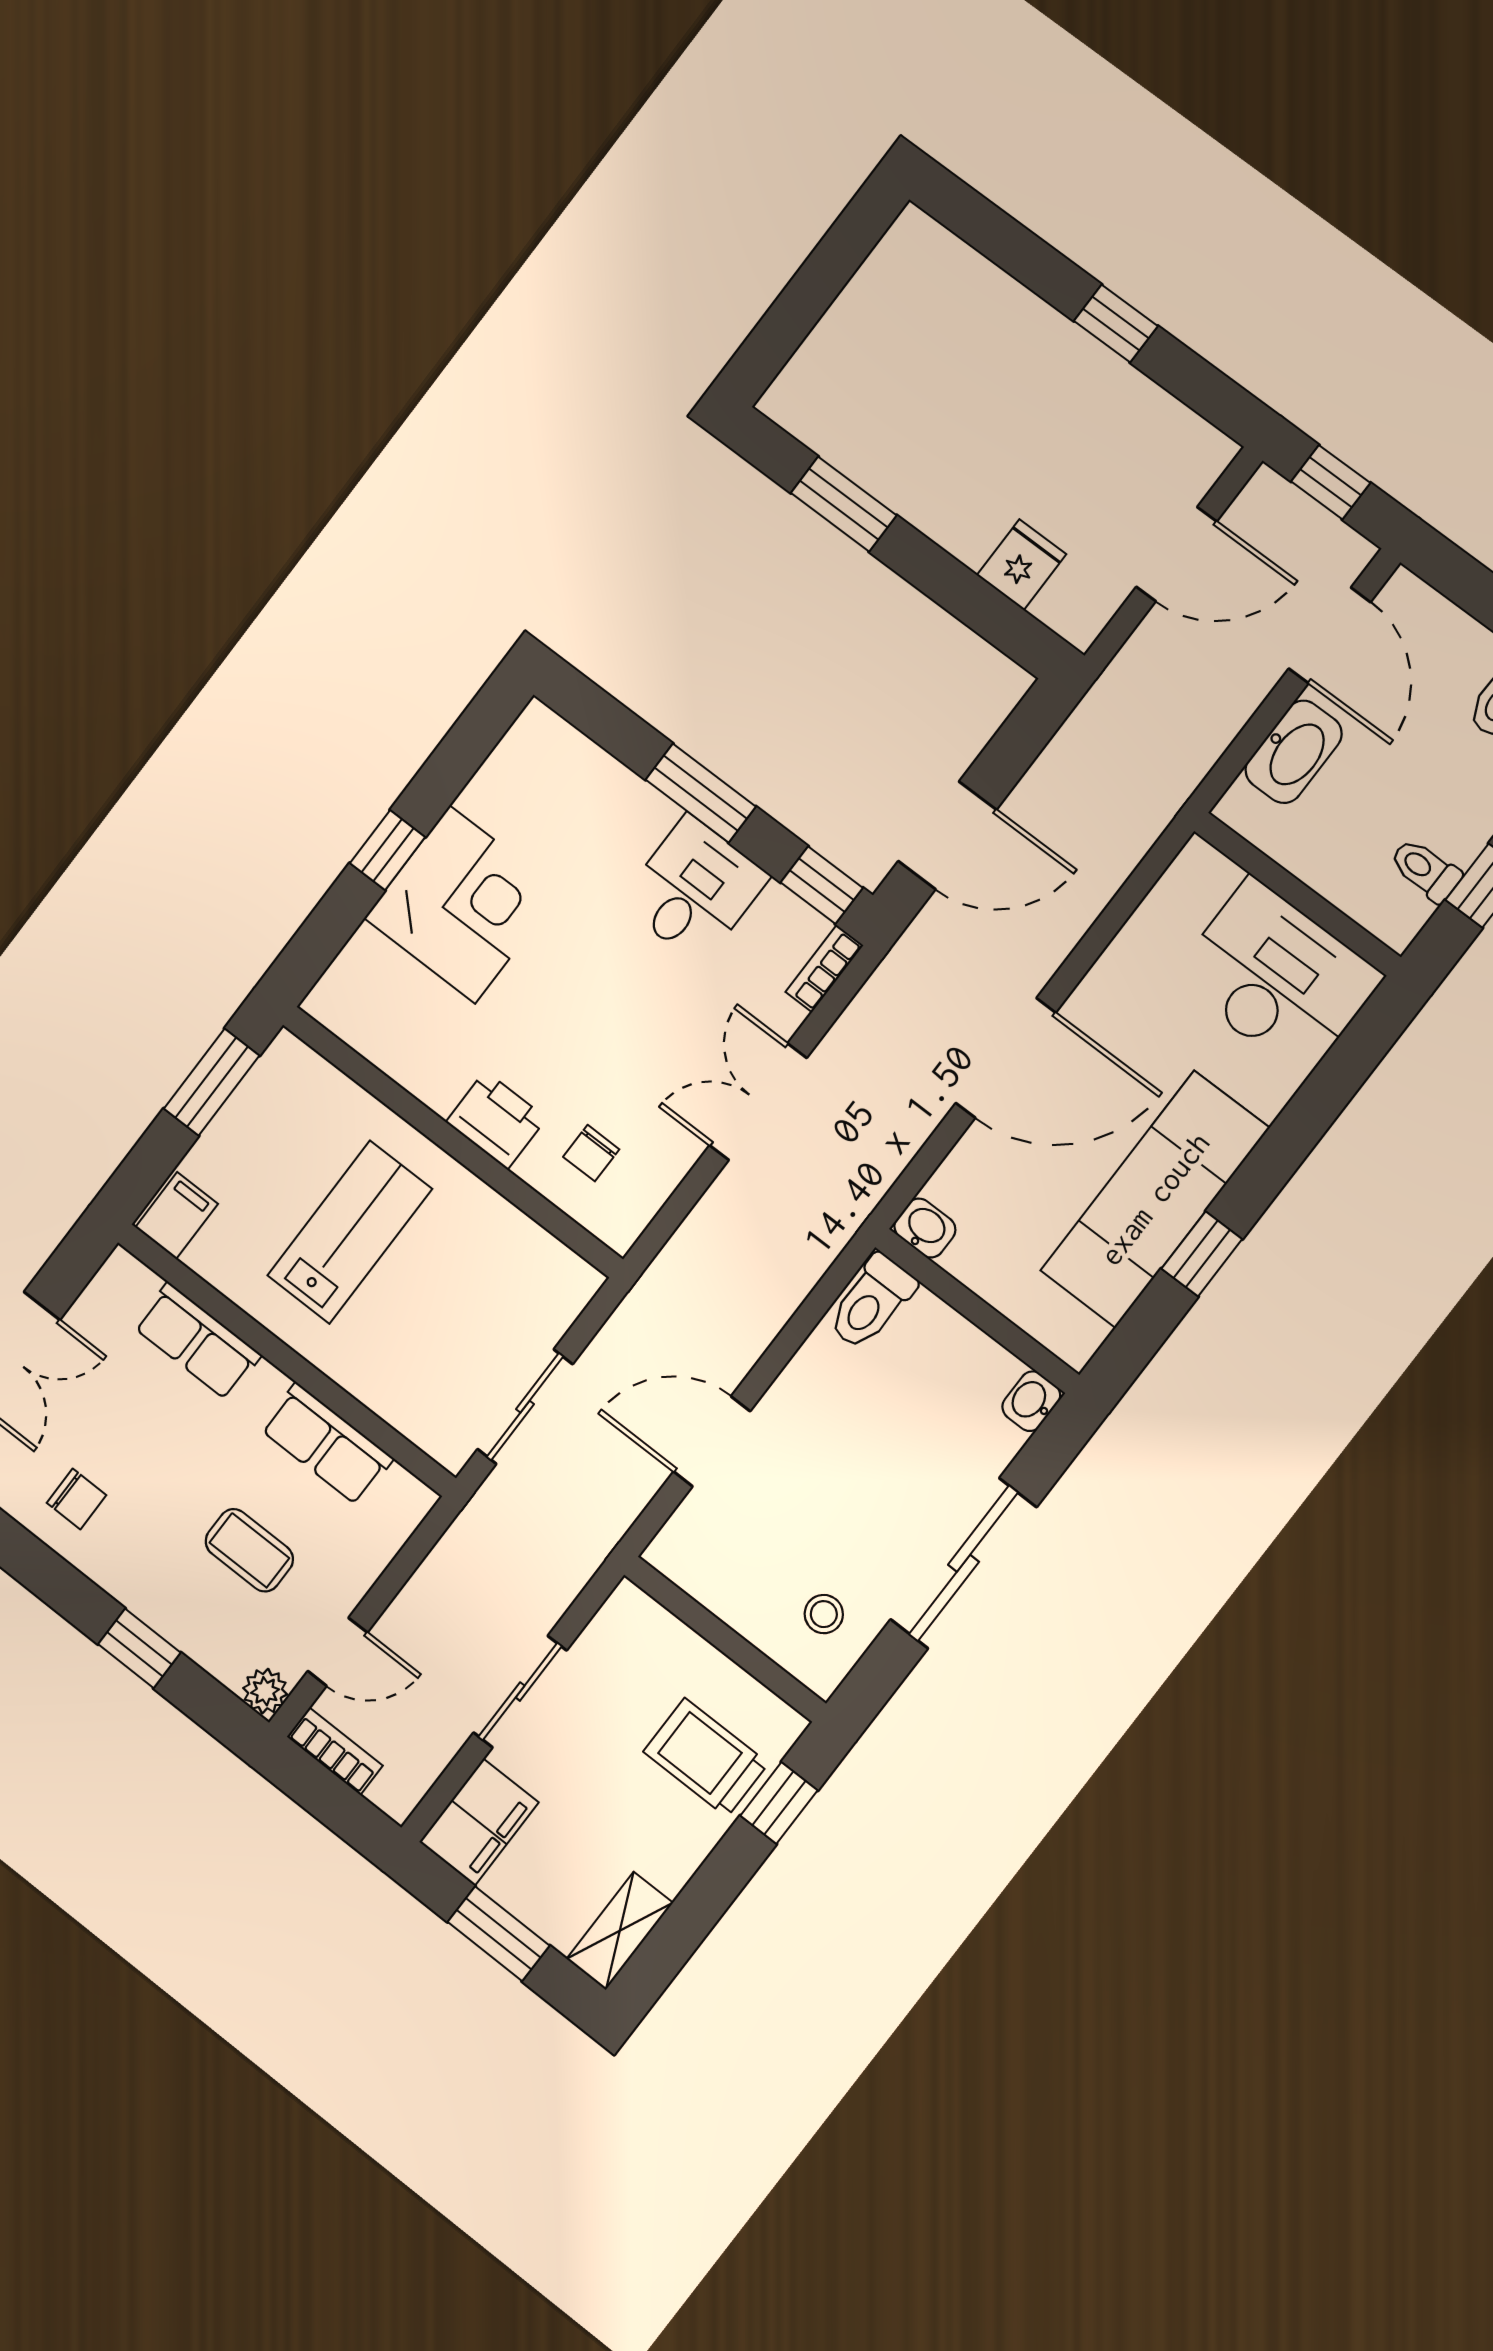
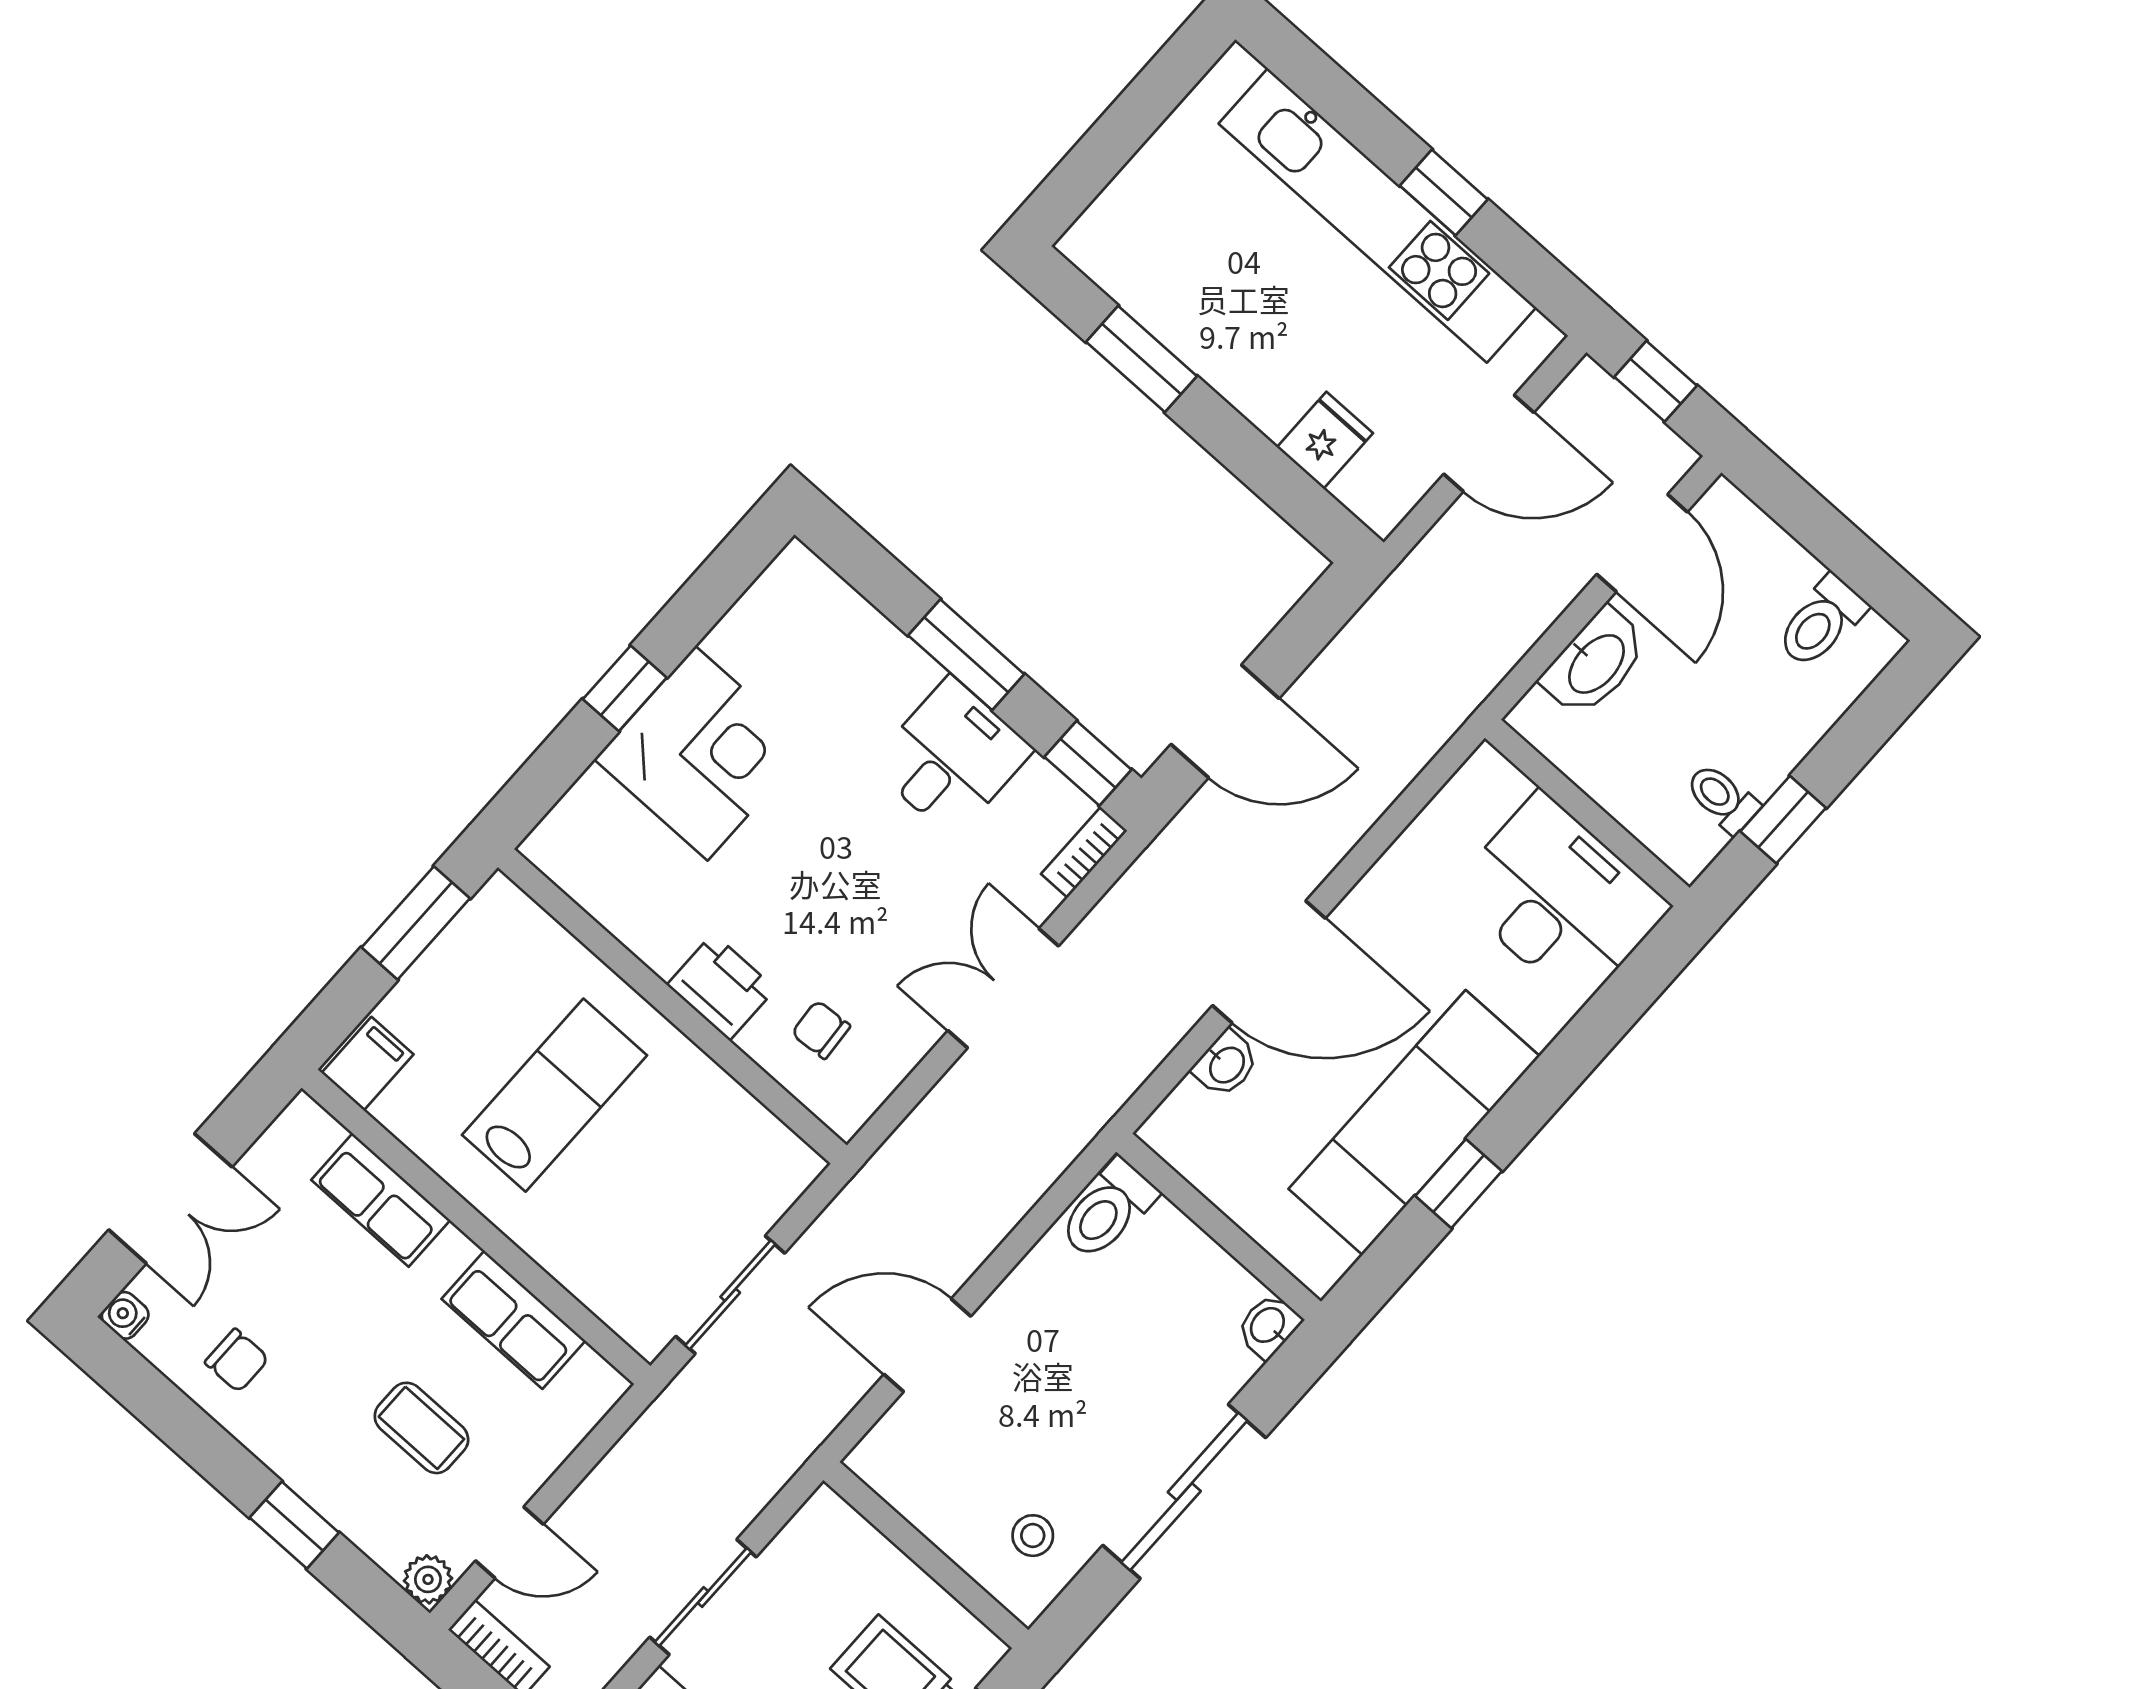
kitchen unit: (1055, 351) -> (1377, 215), added
chair: (591, 1153) -> (821, 1030), turned 86
washbasin: (925, 1228) -> (1226, 1064), moved, turned 90

